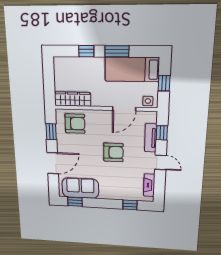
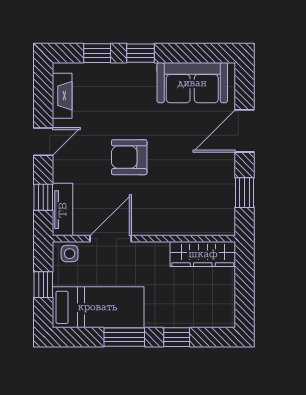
armchair: (75, 124) -> (199, 209), removed
tv unit: (151, 138) -> (63, 210), moved
door: (160, 162) -> (43, 142), swing flipped
window: (75, 202) -> (141, 53), moved

